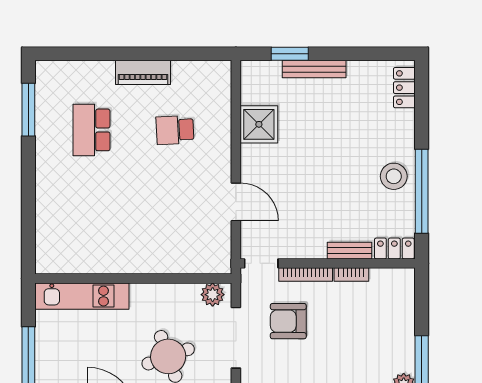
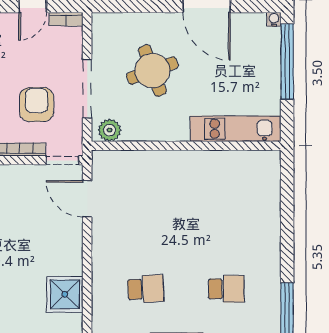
school desk: (91, 130) -> (226, 289), width x0.54
door: (236, 202) -> (87, 199), moved
armchair: (288, 321) -> (37, 105), turned -90

